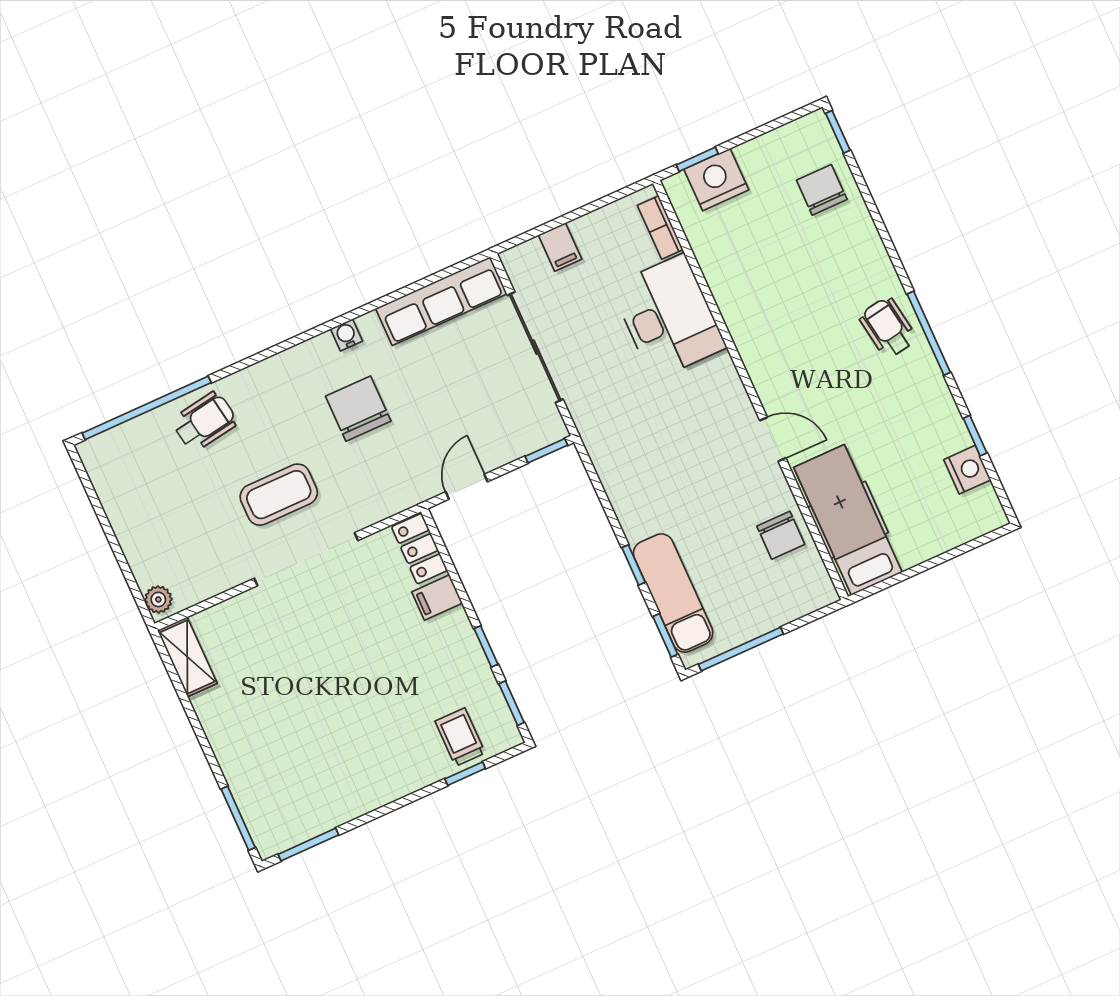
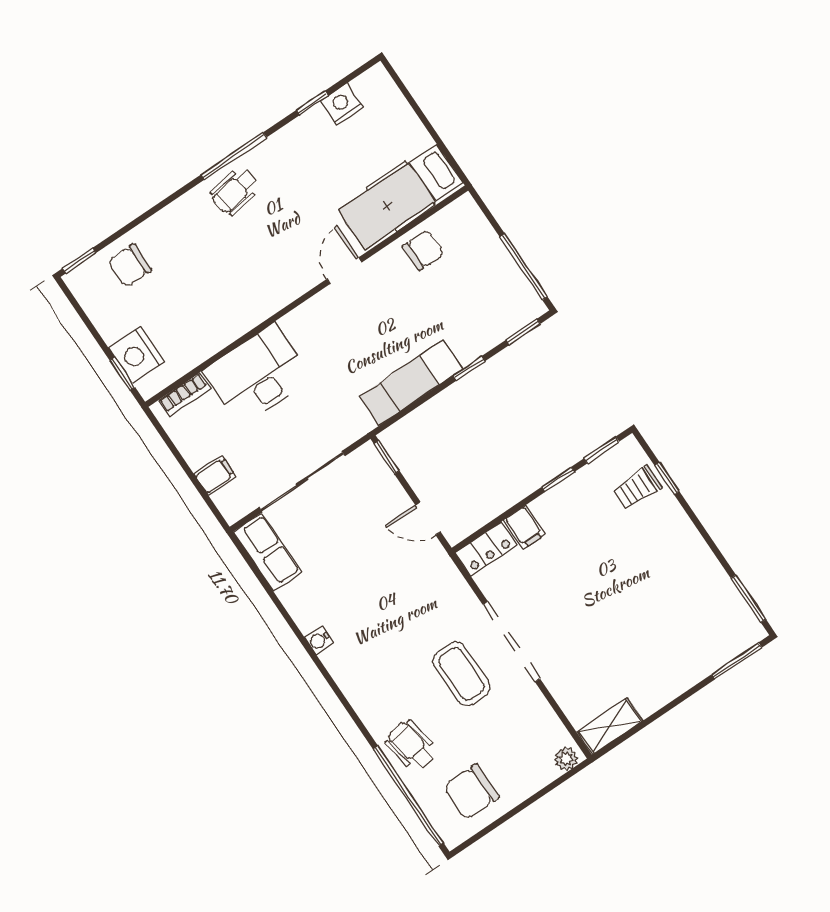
row of seats: (441, 301) -> (267, 552), width x0.68
chair: (358, 409) -> (471, 792), moved
exam couch: (673, 593) -> (411, 383), moved

